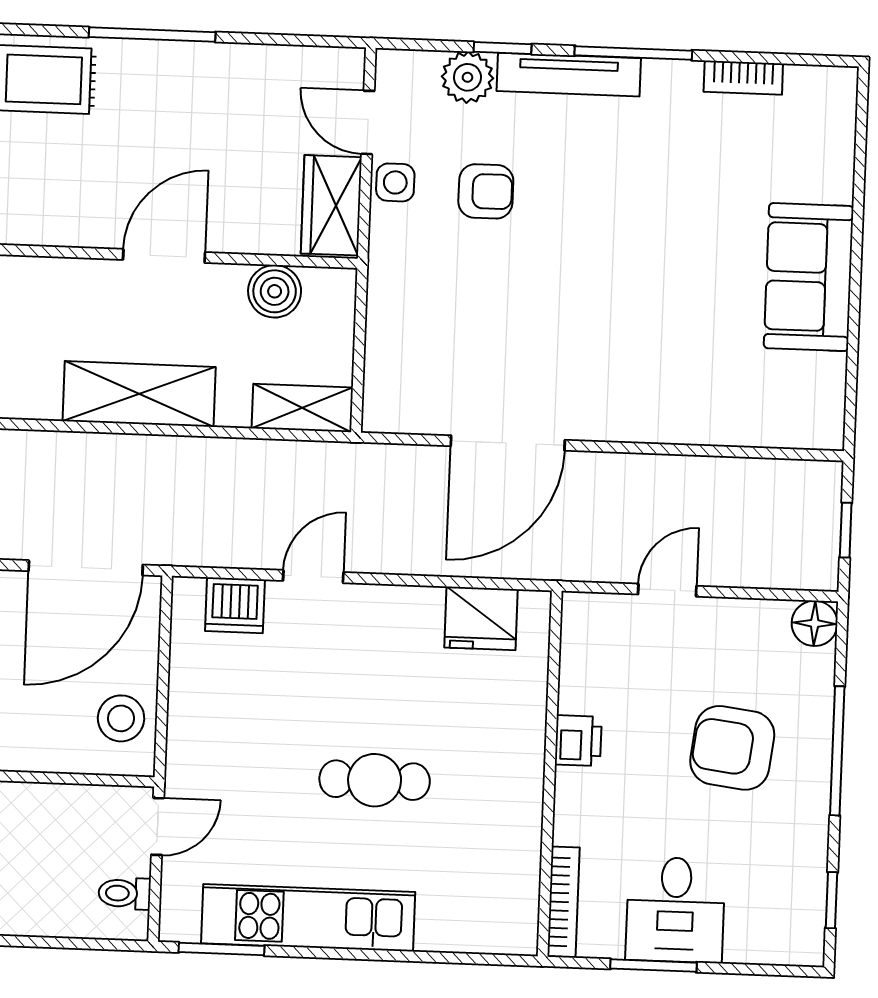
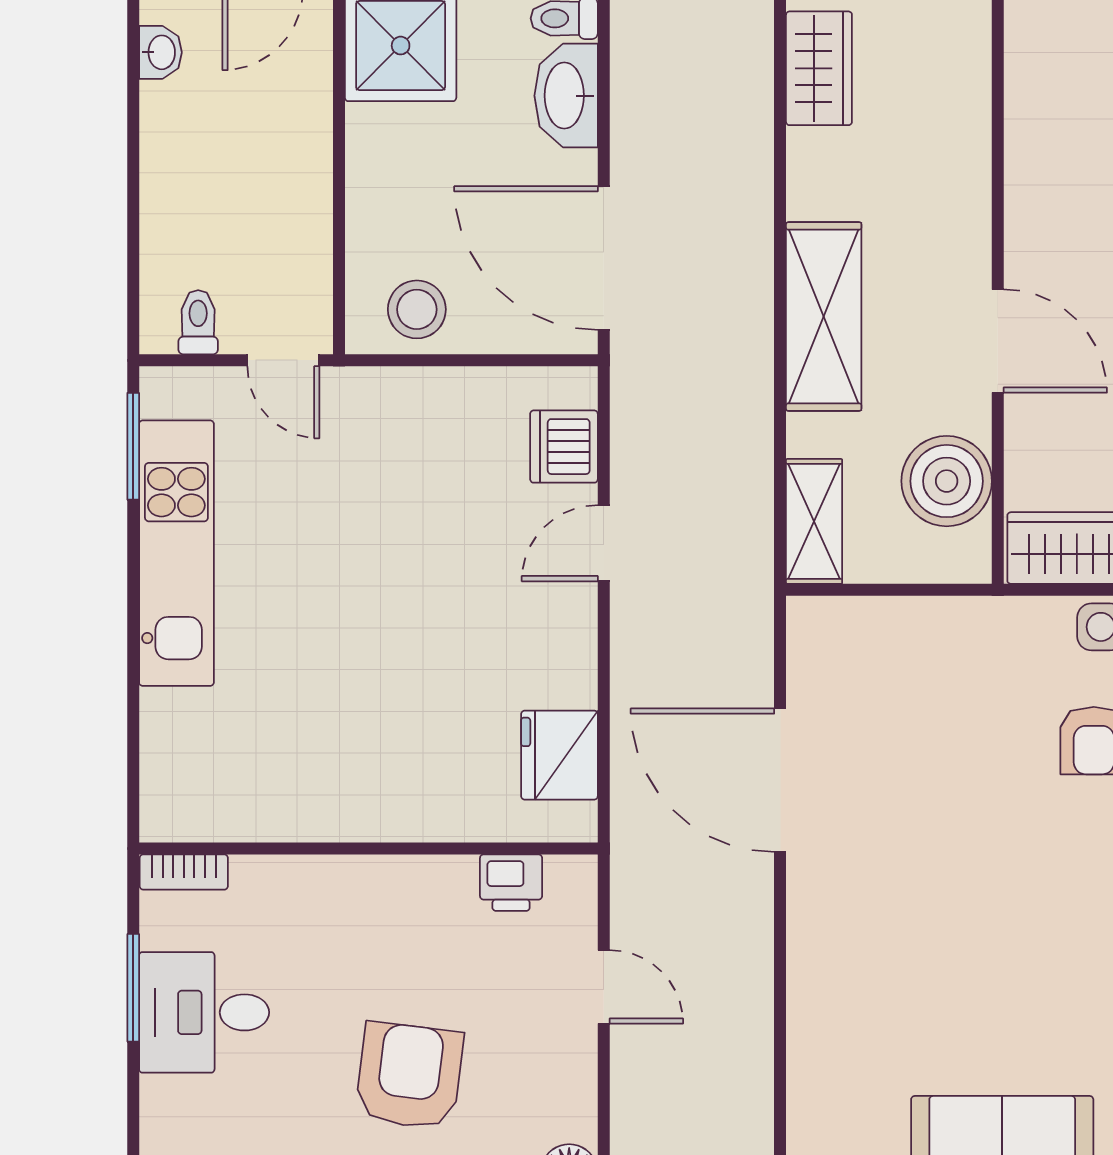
boiler: (275, 291) -> (947, 481), width x1.37, depth x1.37
door: (313, 577) -> (604, 543), swing flipped
printer: (578, 741) -> (511, 883), moved
cafe table: (375, 780) -> (352, 630), removed
bookcase: (564, 902) -> (184, 872), width x0.64

